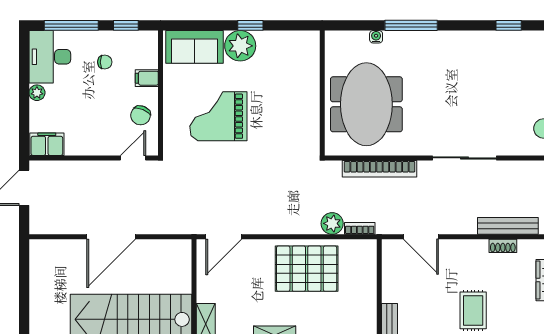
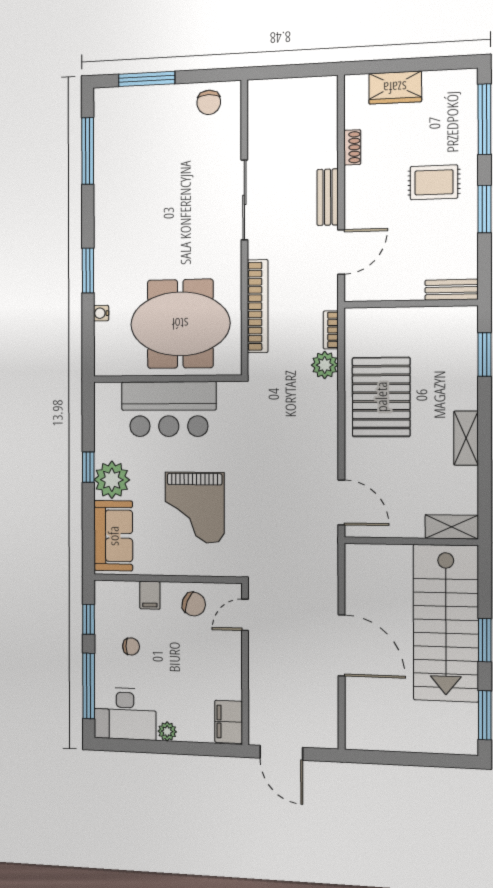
window: (411, 25) -> (88, 271), width x0.69
window: (509, 25) -> (88, 151), width x2.17
chair: (105, 62) -> (131, 646), turned 90
bar counter: (298, 94) -> (169, 409), added
door: (133, 158) -> (245, 615), hinge flipped
bench: (508, 226) -> (328, 197), moved, width x0.73

